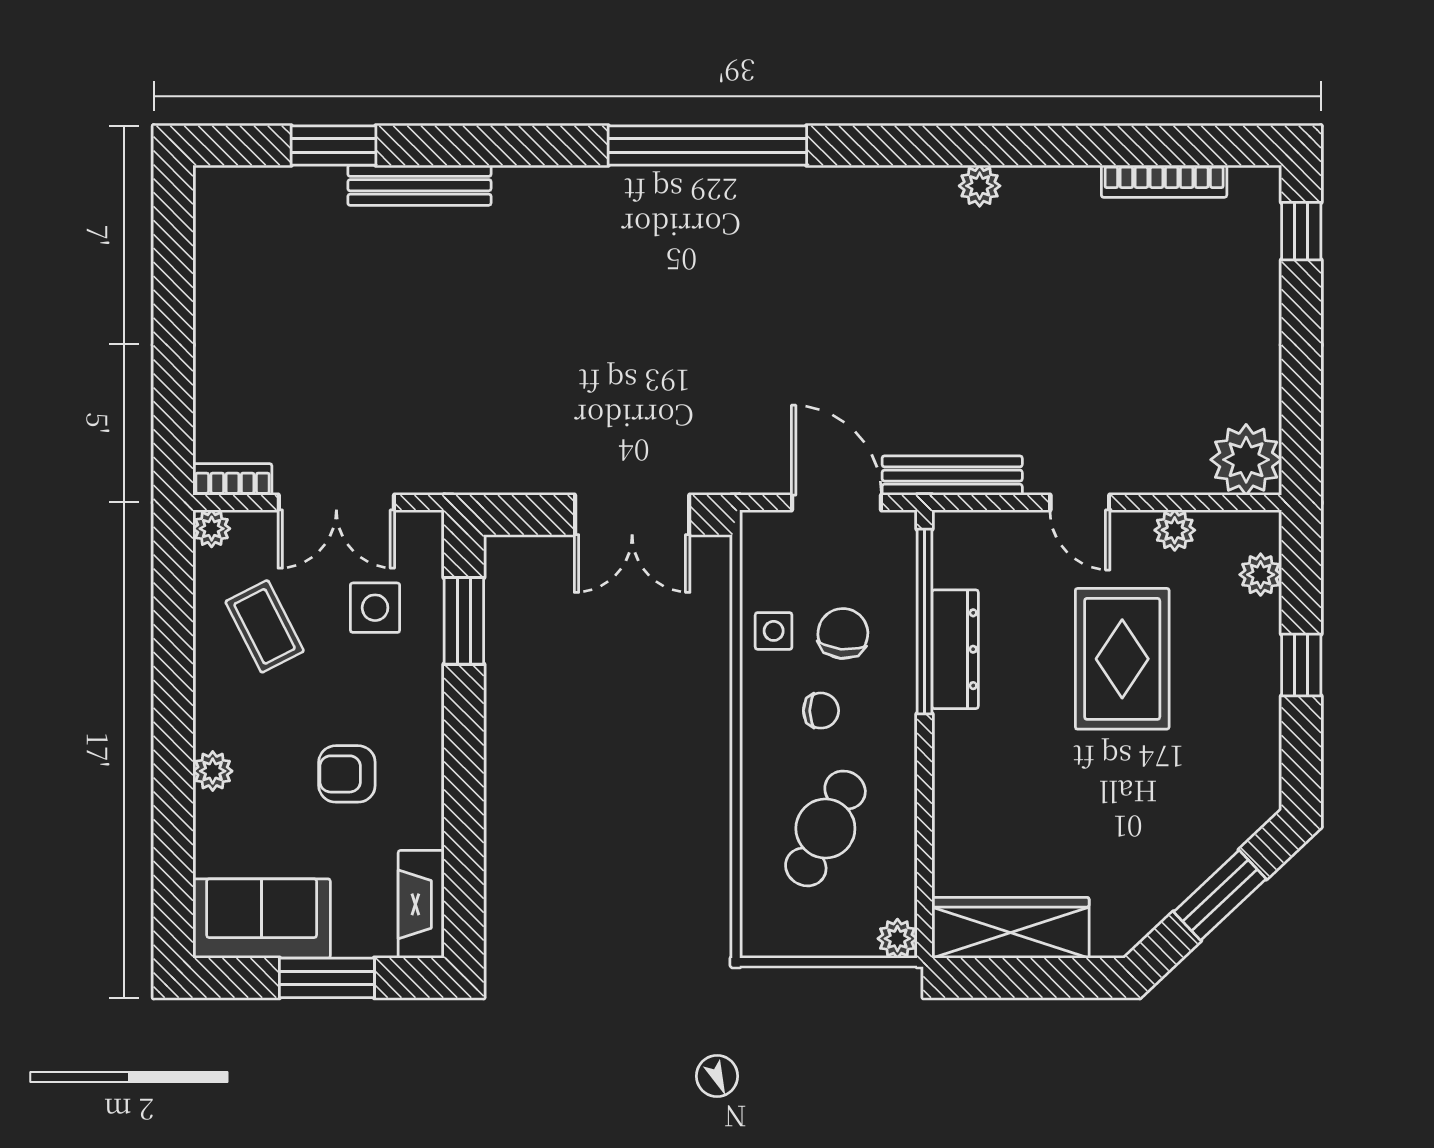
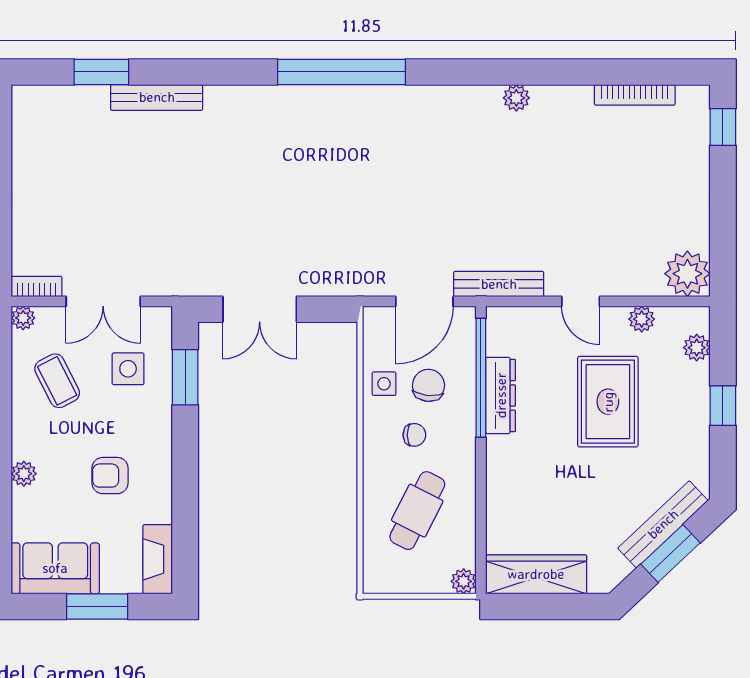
door: (836, 503) -> (424, 301), swing flipped
double door: (632, 515) -> (260, 309), moved
bench: (1208, 850) -> (663, 524), added

